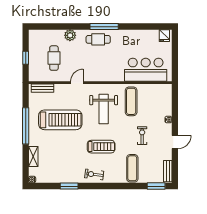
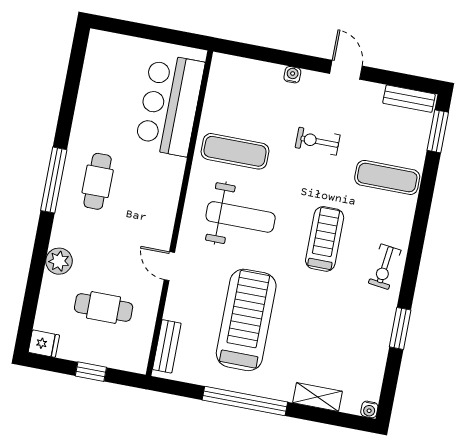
fridge: (164, 36) -> (44, 344), moved
cafe table: (98, 39) -> (98, 181), moved

